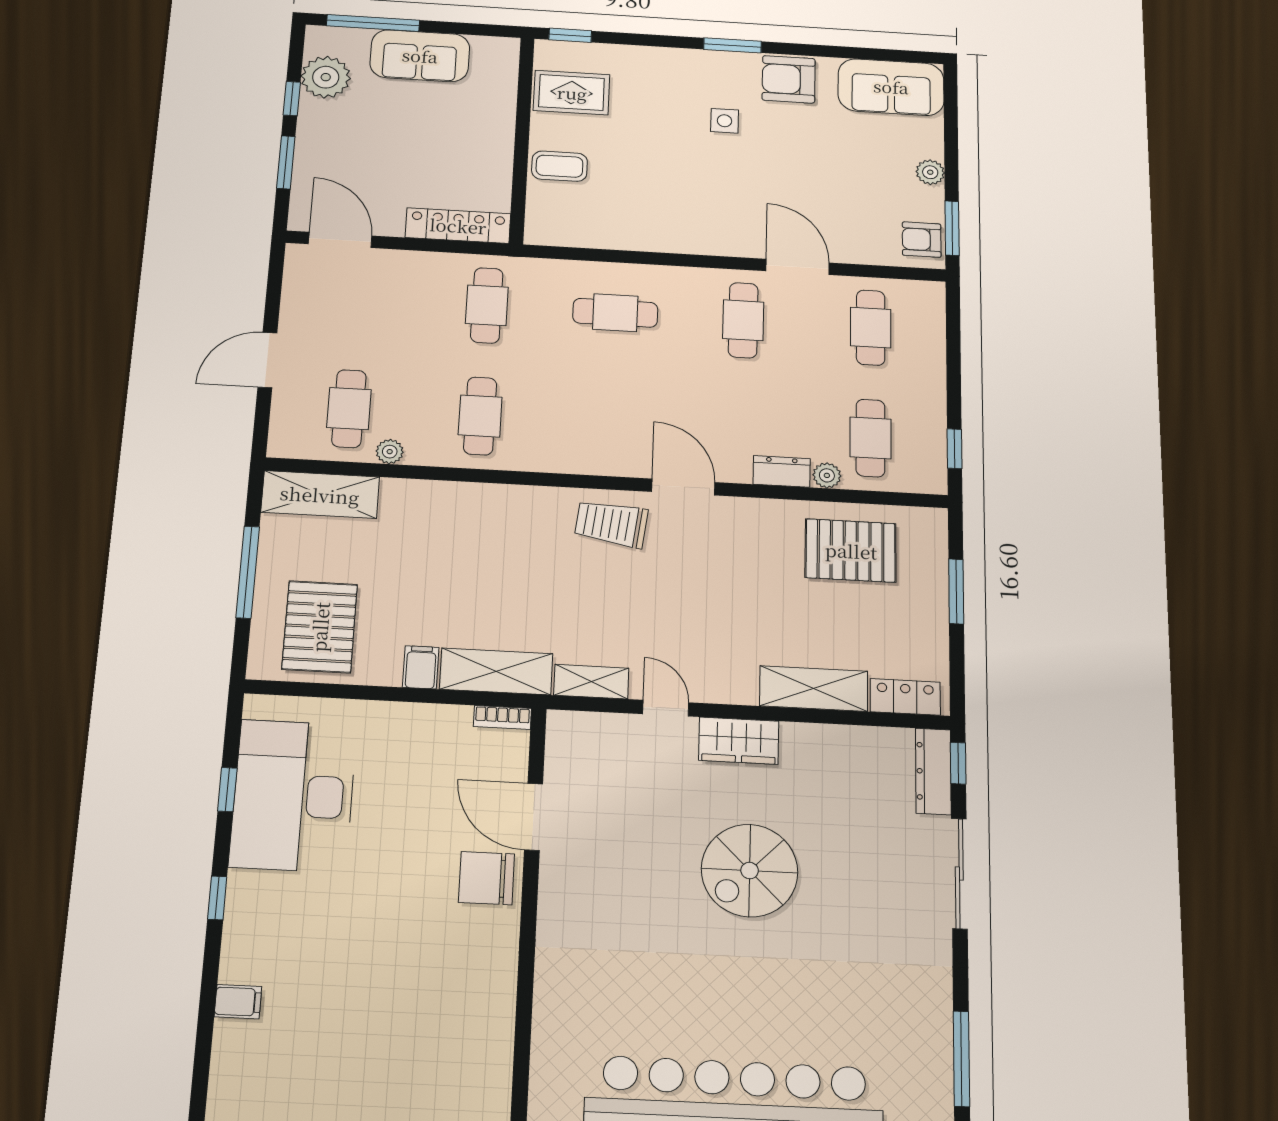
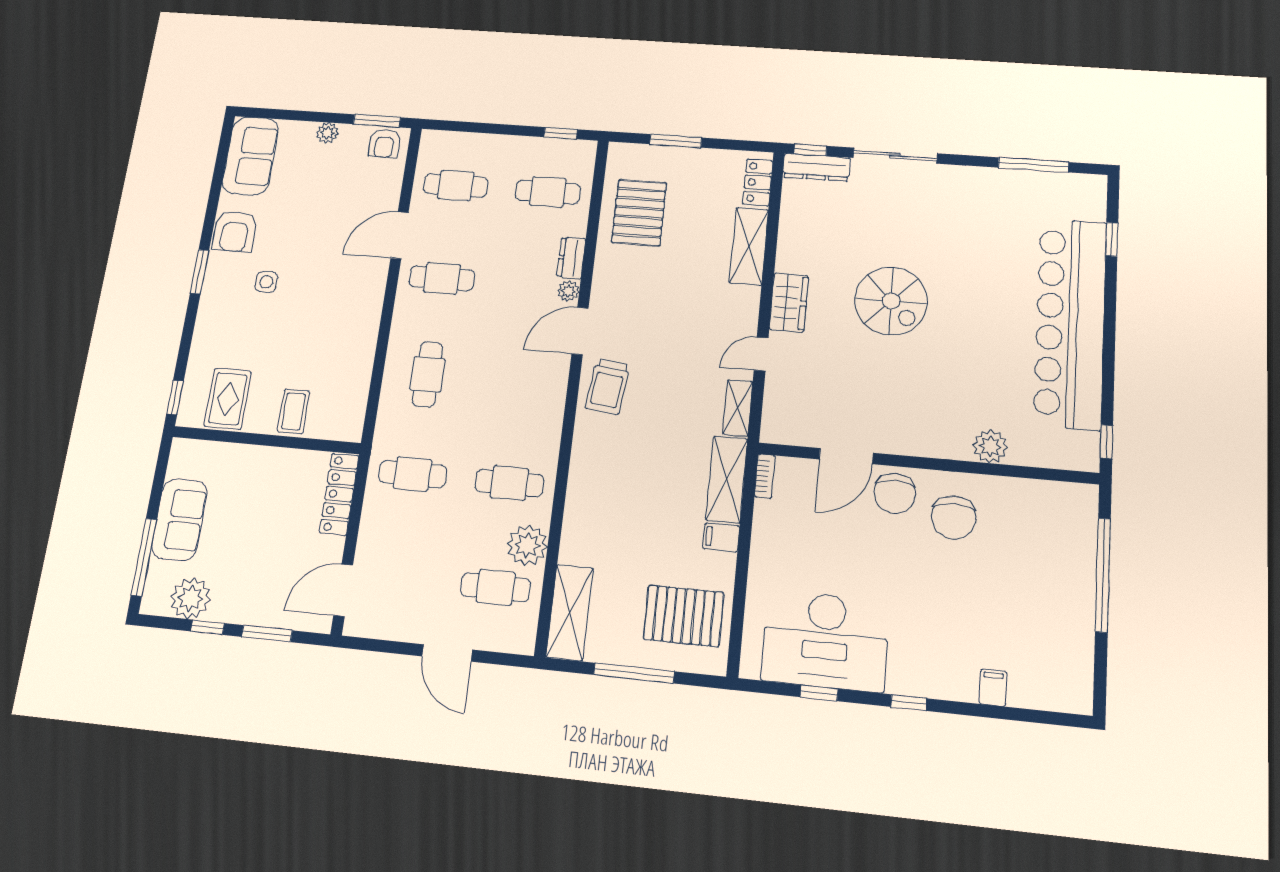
plant: (390, 452) -> (527, 545), width x1.88, depth x1.88
plant: (827, 475) -> (568, 291), moved
chair: (458, 952) -> (954, 517), added
plant: (555, 999) -> (990, 446), added

